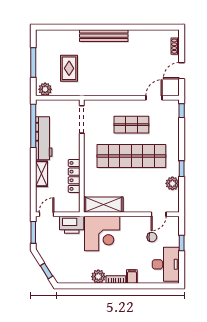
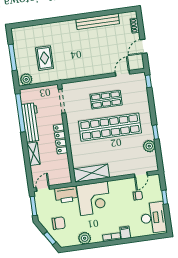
bench: (104, 36) -> (98, 21), moved
locker: (74, 176) -> (61, 139), moved
chair: (59, 256) -> (59, 223), added
plant: (98, 277) -> (85, 238), moved

